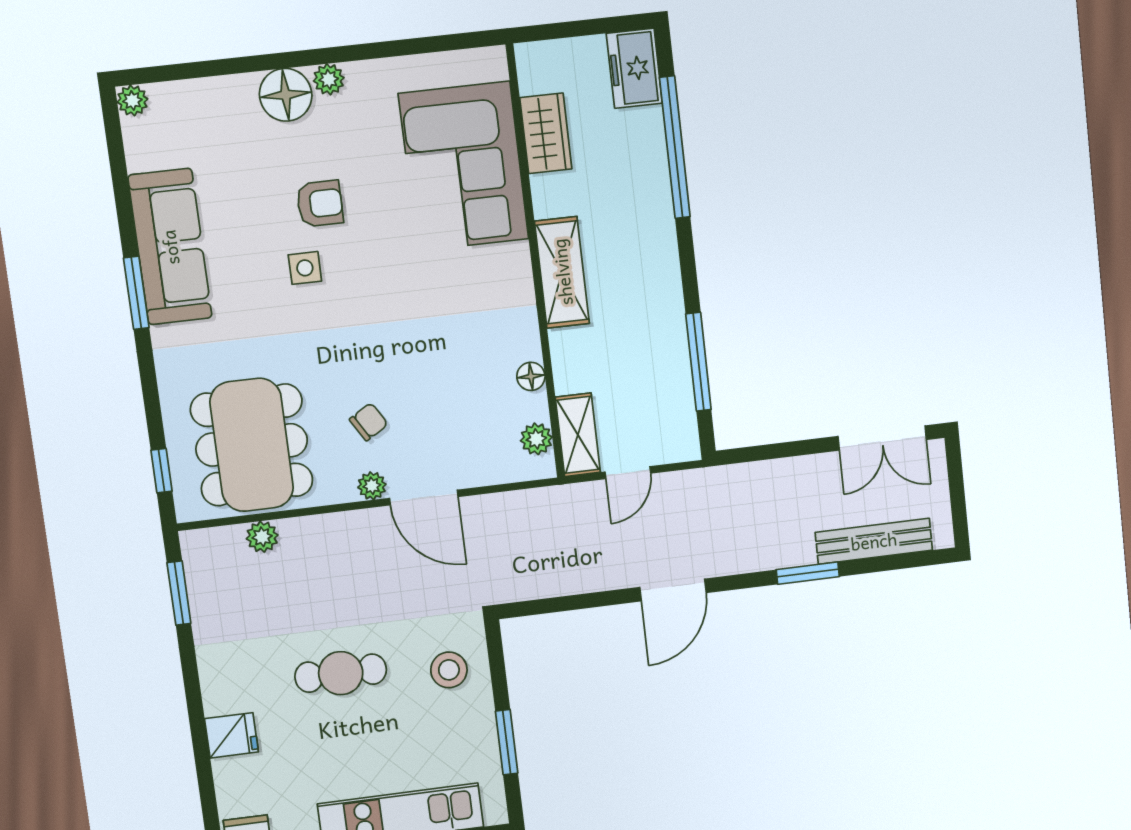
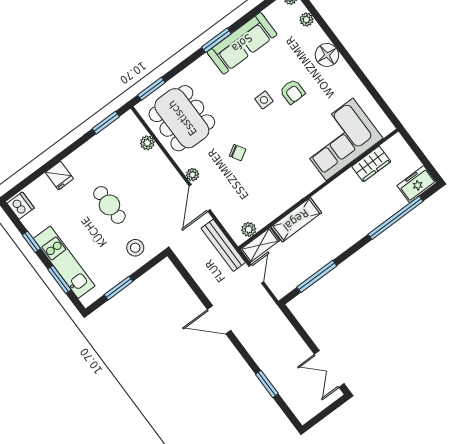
plant: (329, 79) -> (306, 20), moved
shelving: (562, 272) -> (296, 220), moved
floor lamp: (531, 376) -> (272, 213), removed
chair: (369, 422) -> (238, 153), moved
dining table: (252, 445) -> (182, 118), turned 90
window: (162, 471) -> (151, 89), width x1.50
door: (628, 473) -> (256, 274), swing flipped
bench: (874, 541) -> (223, 245), moved
window: (808, 573) -> (267, 384), moved

